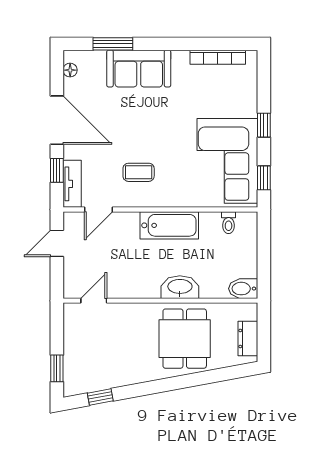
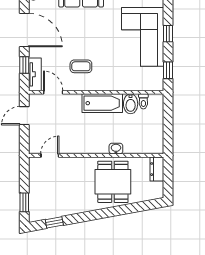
corner sofa: (227, 161) -> (143, 37), moved
door: (99, 210) -> (53, 92), swing flipped
washbasin: (180, 287) -> (116, 149), width x0.52, depth x0.69
bidet: (243, 289) -> (131, 104), moved, turned -90
dresser: (248, 338) -> (157, 169), moved

